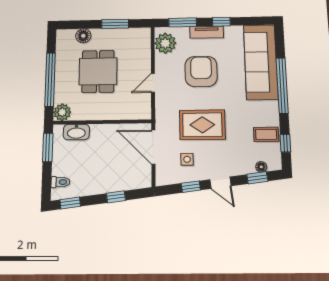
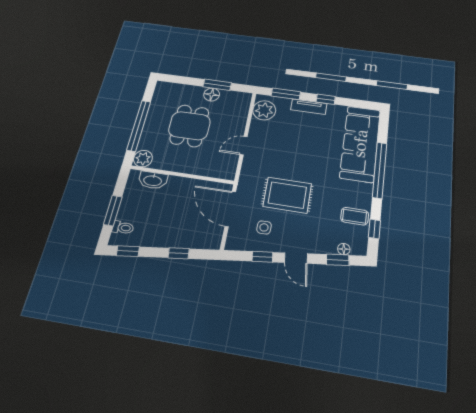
floor lamp: (83, 36) -> (212, 95), moved
armchair: (201, 71) -> (296, 143), removed
window: (48, 147) -> (113, 211), moved

